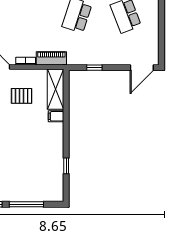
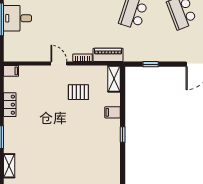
shelving: (55, 89) -> (114, 79), width x0.67, depth x0.75
window: (66, 166) -> (123, 135), moved

